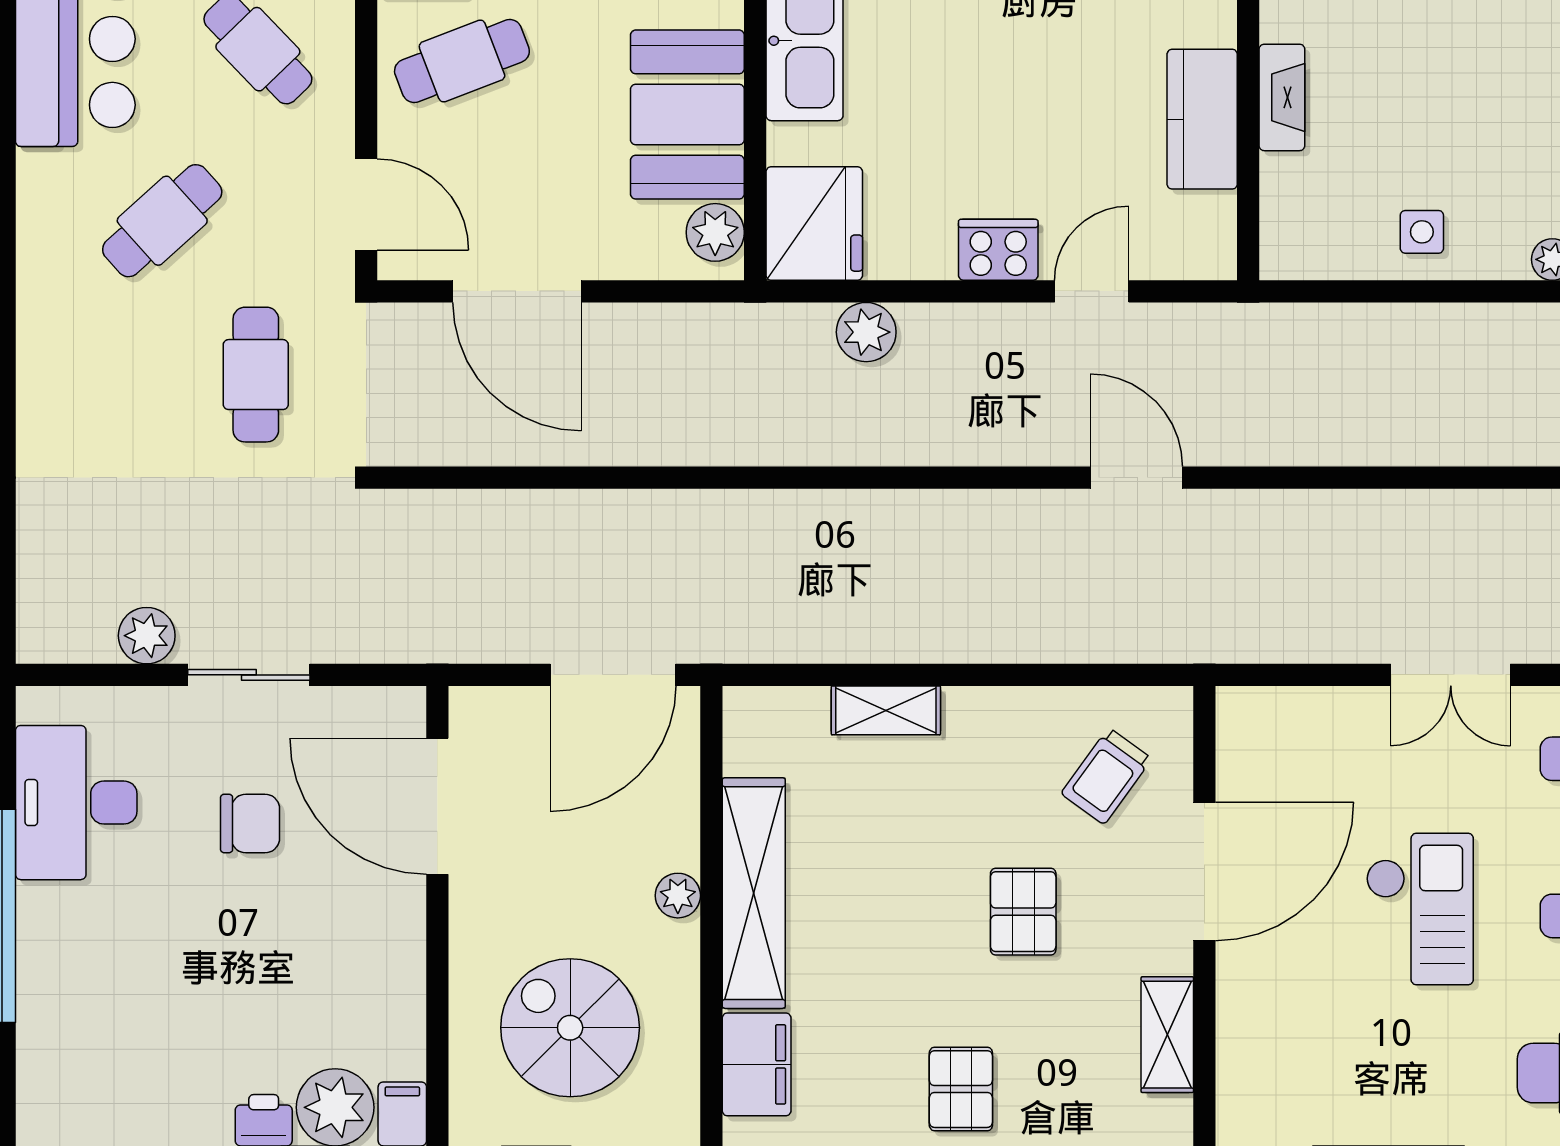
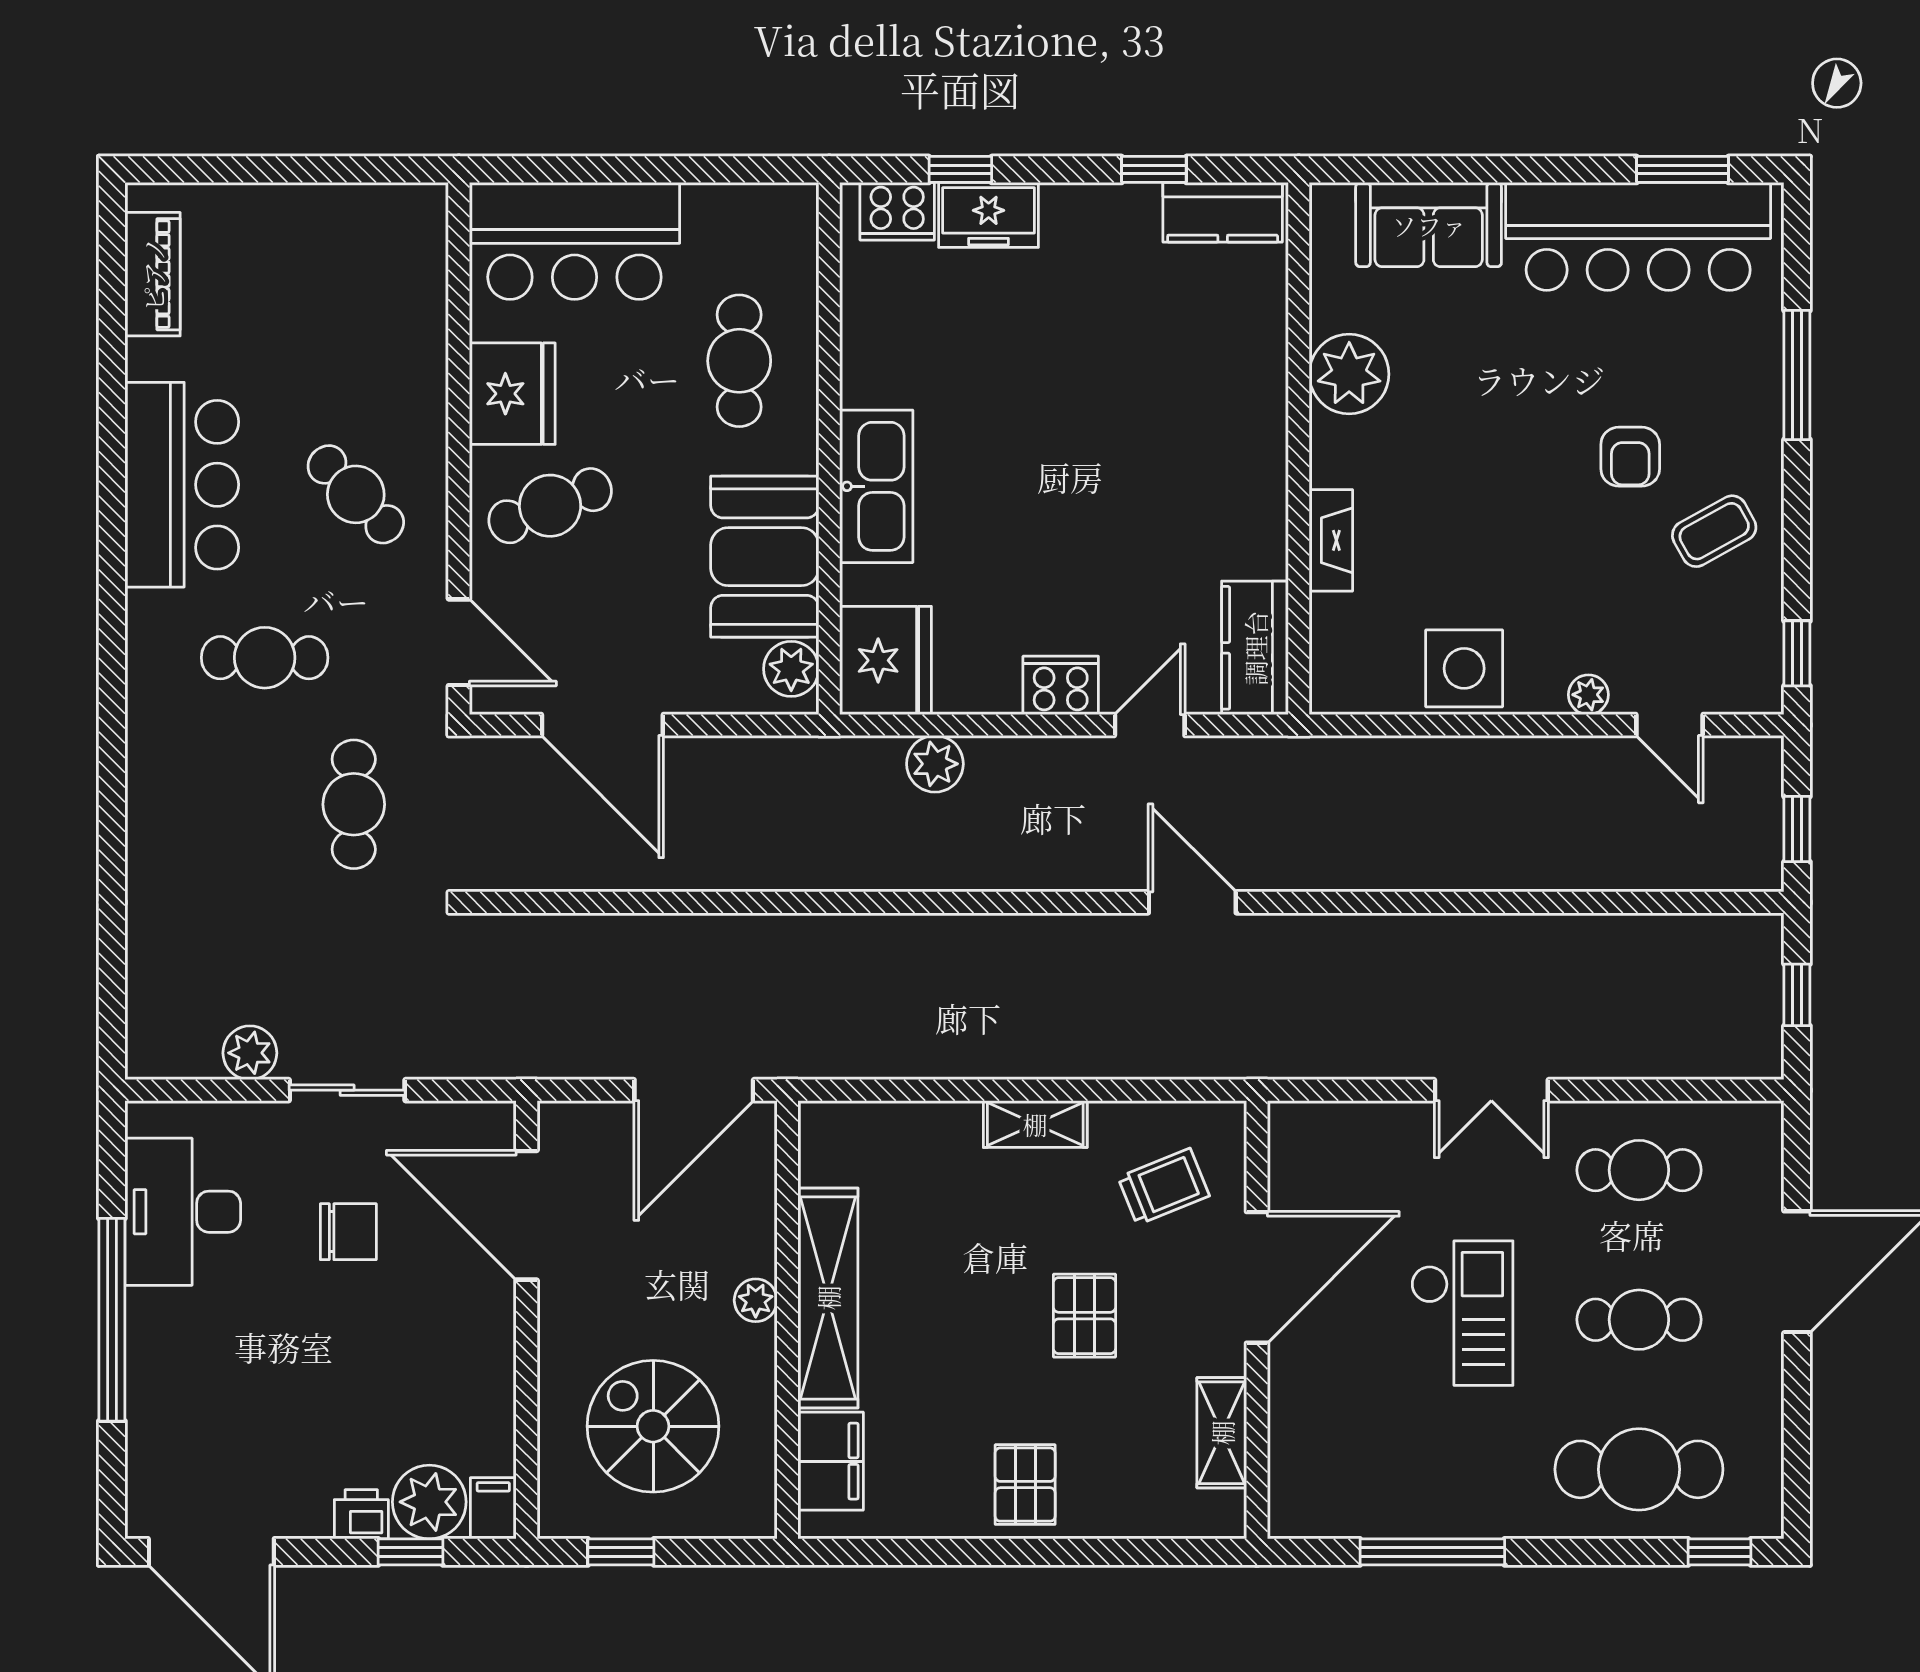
kitchen counter: (1202, 119) -> (1255, 648), moved
cafe table: (162, 221) -> (265, 658), turned 42
side table: (1422, 232) -> (1464, 668), width x1.87, depth x1.87
shelving: (886, 710) -> (1035, 1124), moved
trolley: (1106, 776) -> (1164, 1187), turned -148

